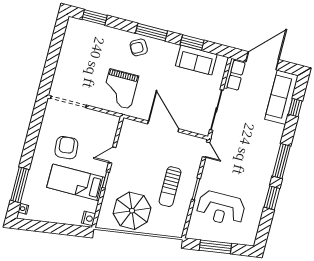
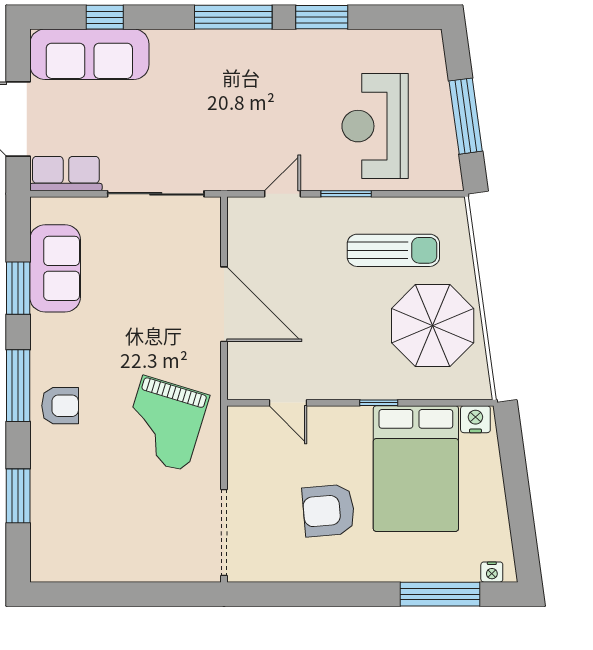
window: (95, 17) -> (18, 496), moved
armchair: (139, 47) -> (60, 406), turned -61
grand piano: (120, 89) -> (165, 424), turned 107
door: (163, 126) -> (224, 304), swing flipped
door: (206, 150) -> (282, 194), moved
door: (112, 155) -> (288, 403), moved
bed: (76, 182) -> (416, 469), width x1.50
sun lounger: (170, 187) -> (393, 250), moved
reception desk: (221, 208) -> (375, 126), turned 180

